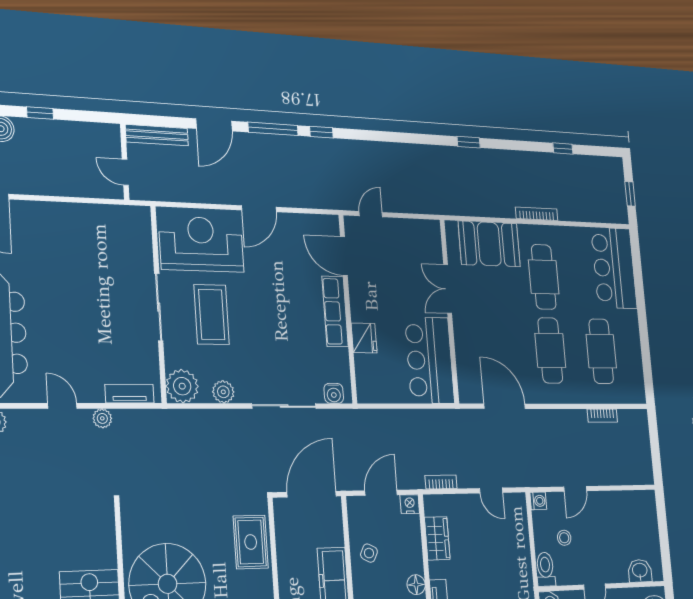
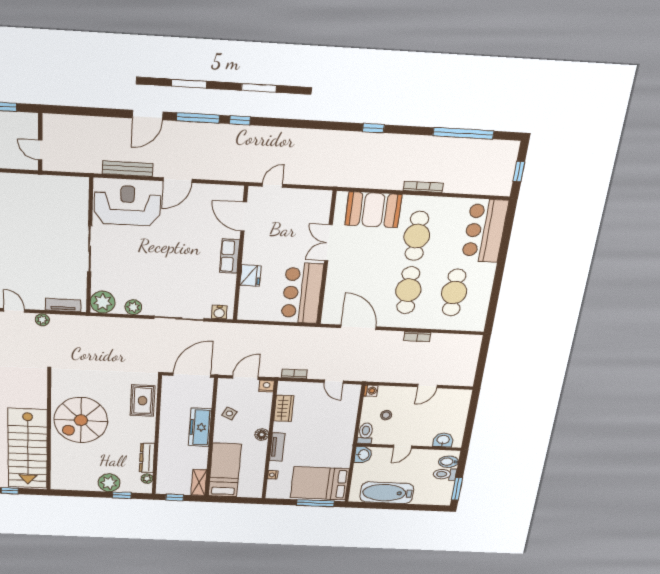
bench: (157, 135) -> (128, 169), moved
window: (563, 148) -> (463, 133), width x3.17
wall: (125, 162) -> (40, 142), moved
door: (125, 172) -> (40, 150), moved
row of seats: (335, 311) -> (230, 256), width x0.68
coffee table: (212, 315) -> (130, 255), removed
bookcase: (602, 416) -> (417, 337), moved
door: (575, 489) -> (427, 386), moved

